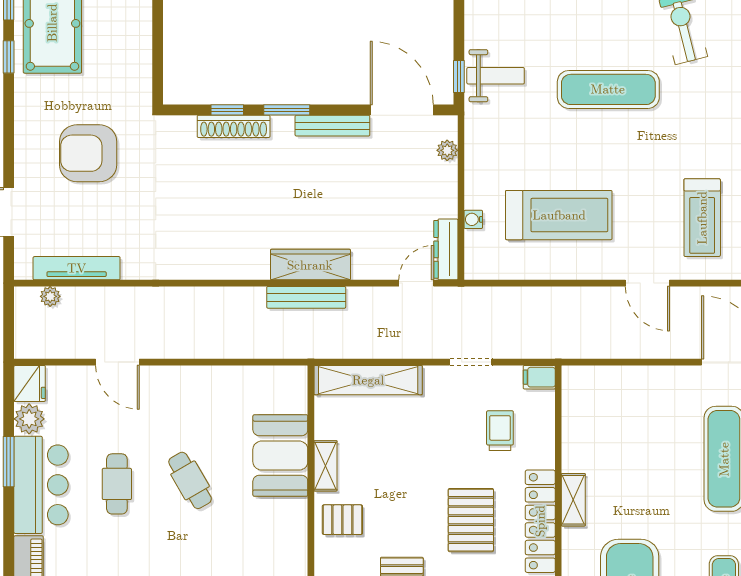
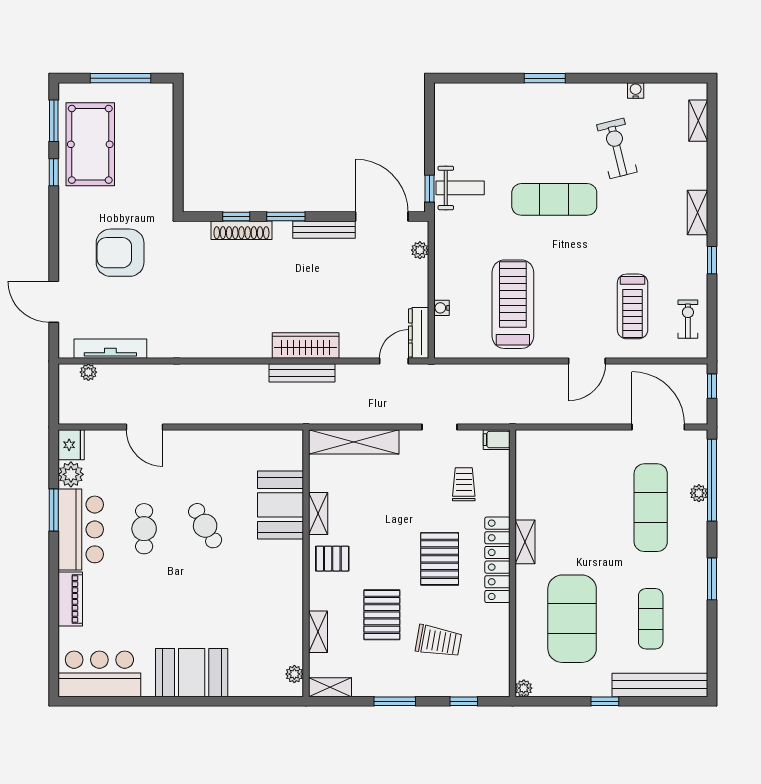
treadmill: (559, 215) -> (513, 304), turned -90
door: (647, 283) -> (587, 361), hinge flipped

